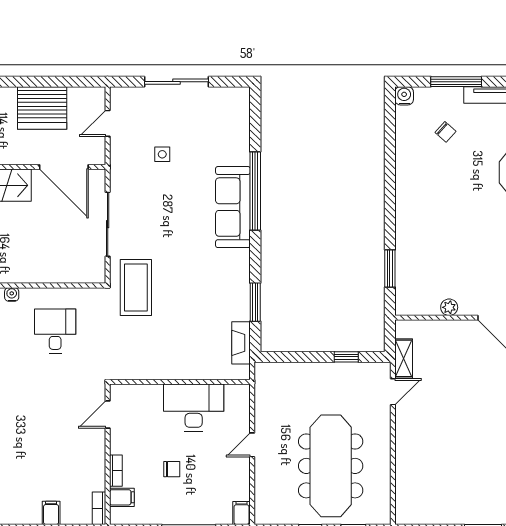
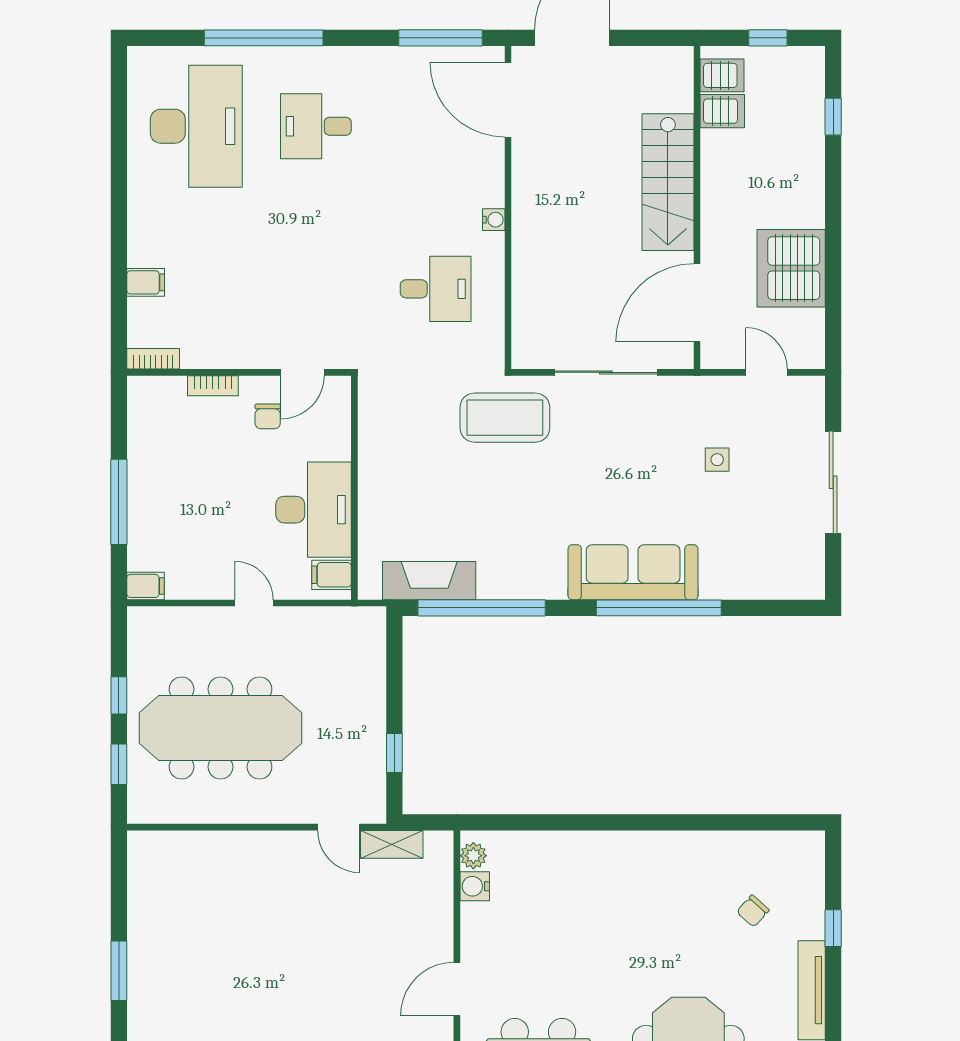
window: (456, 82) -> (833, 928), width x0.46
water cooler: (404, 96) -> (475, 886), moved, turned 180
window: (390, 268) -> (535, 822), removed
window: (255, 302) -> (482, 608), width x2.11
plant: (449, 307) -> (473, 856), moved
fireplace: (241, 343) -> (429, 581), width x1.37, depth x1.32
door: (108, 415) -> (302, 372), swing flipped
chair: (172, 469) -> (268, 416), moved
filing cabinet: (122, 497) -> (331, 575), moved, turned 90

